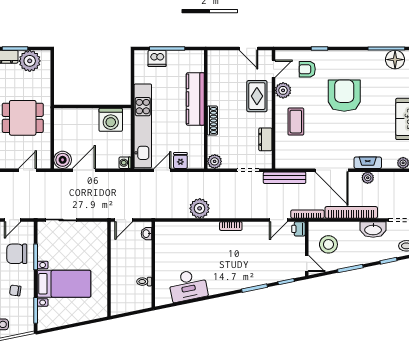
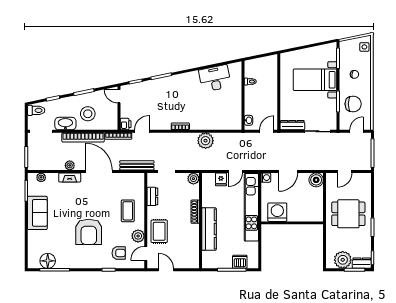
door: (84, 170) -> (288, 172), moved
dresser: (92, 228) -> (292, 125), added
stool: (328, 244) -> (88, 114), moved

